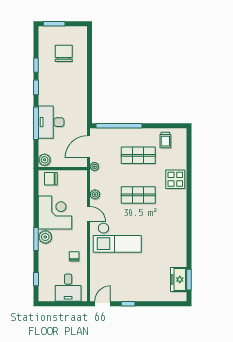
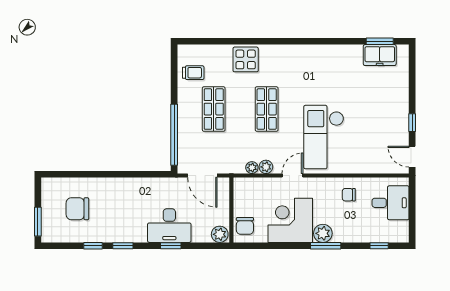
window: (36, 123) -> (171, 246), width x0.46
plant: (94, 167) -> (252, 168), moved
checkout: (117, 238) -> (324, 137), turned 180

